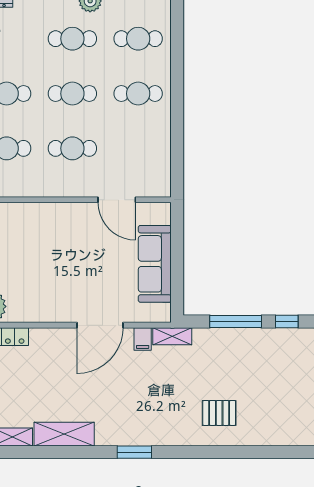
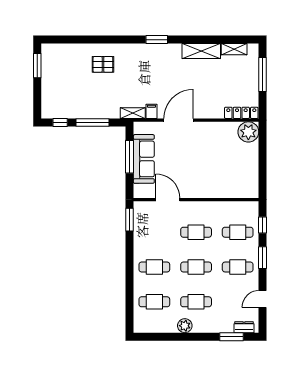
window: (177, 168) -> (130, 220), added
window: (177, 267) -> (130, 157), added

